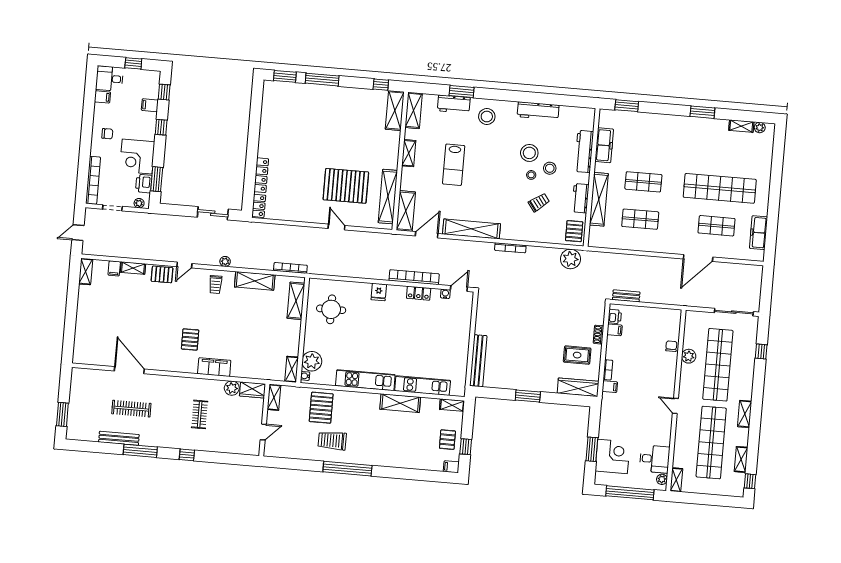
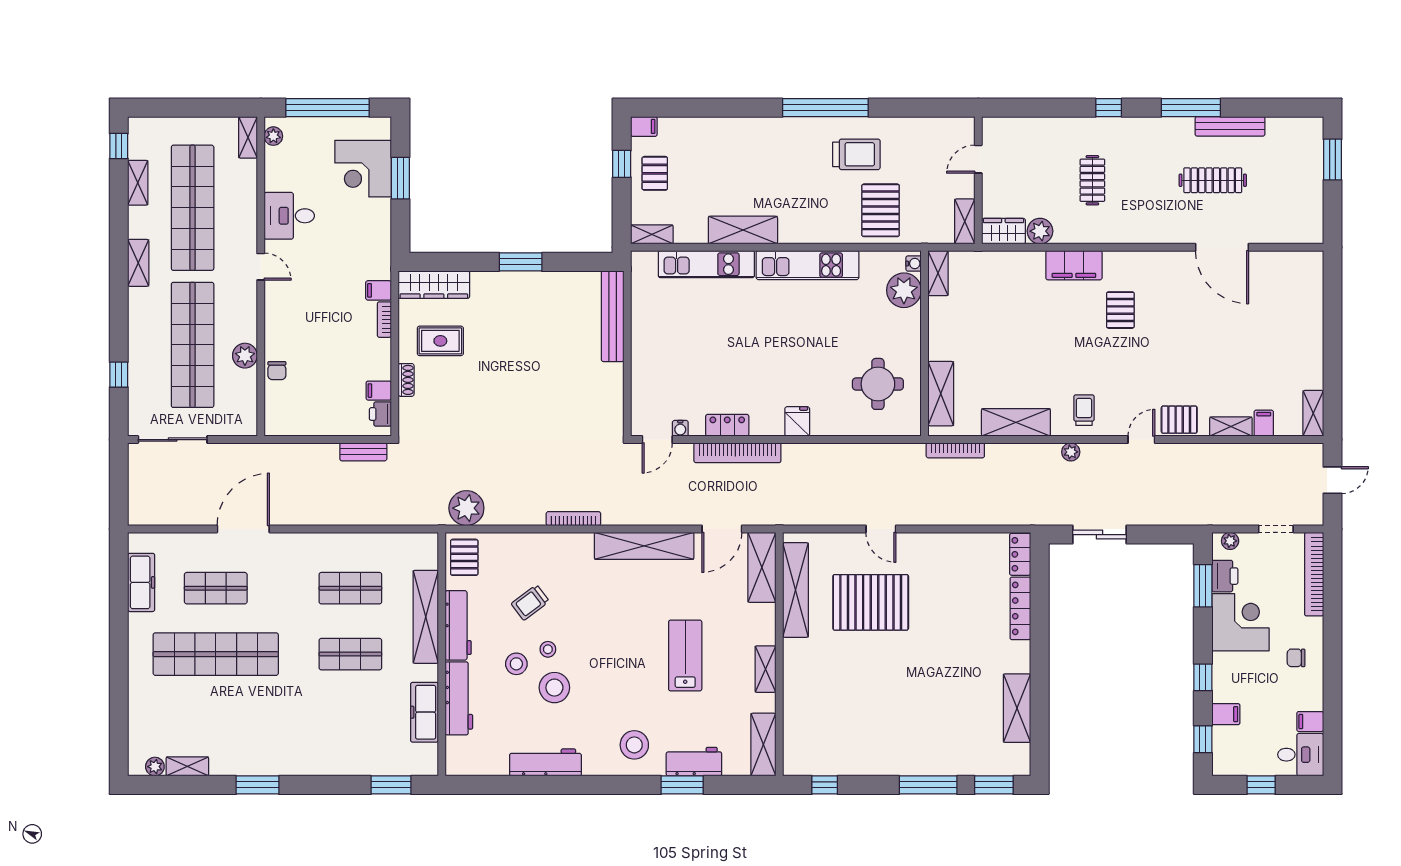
shelving: (395, 111) -> (1017, 708), moved
workbench: (580, 198) -> (458, 625), width x1.38
desk: (655, 459) -> (289, 216), moved

